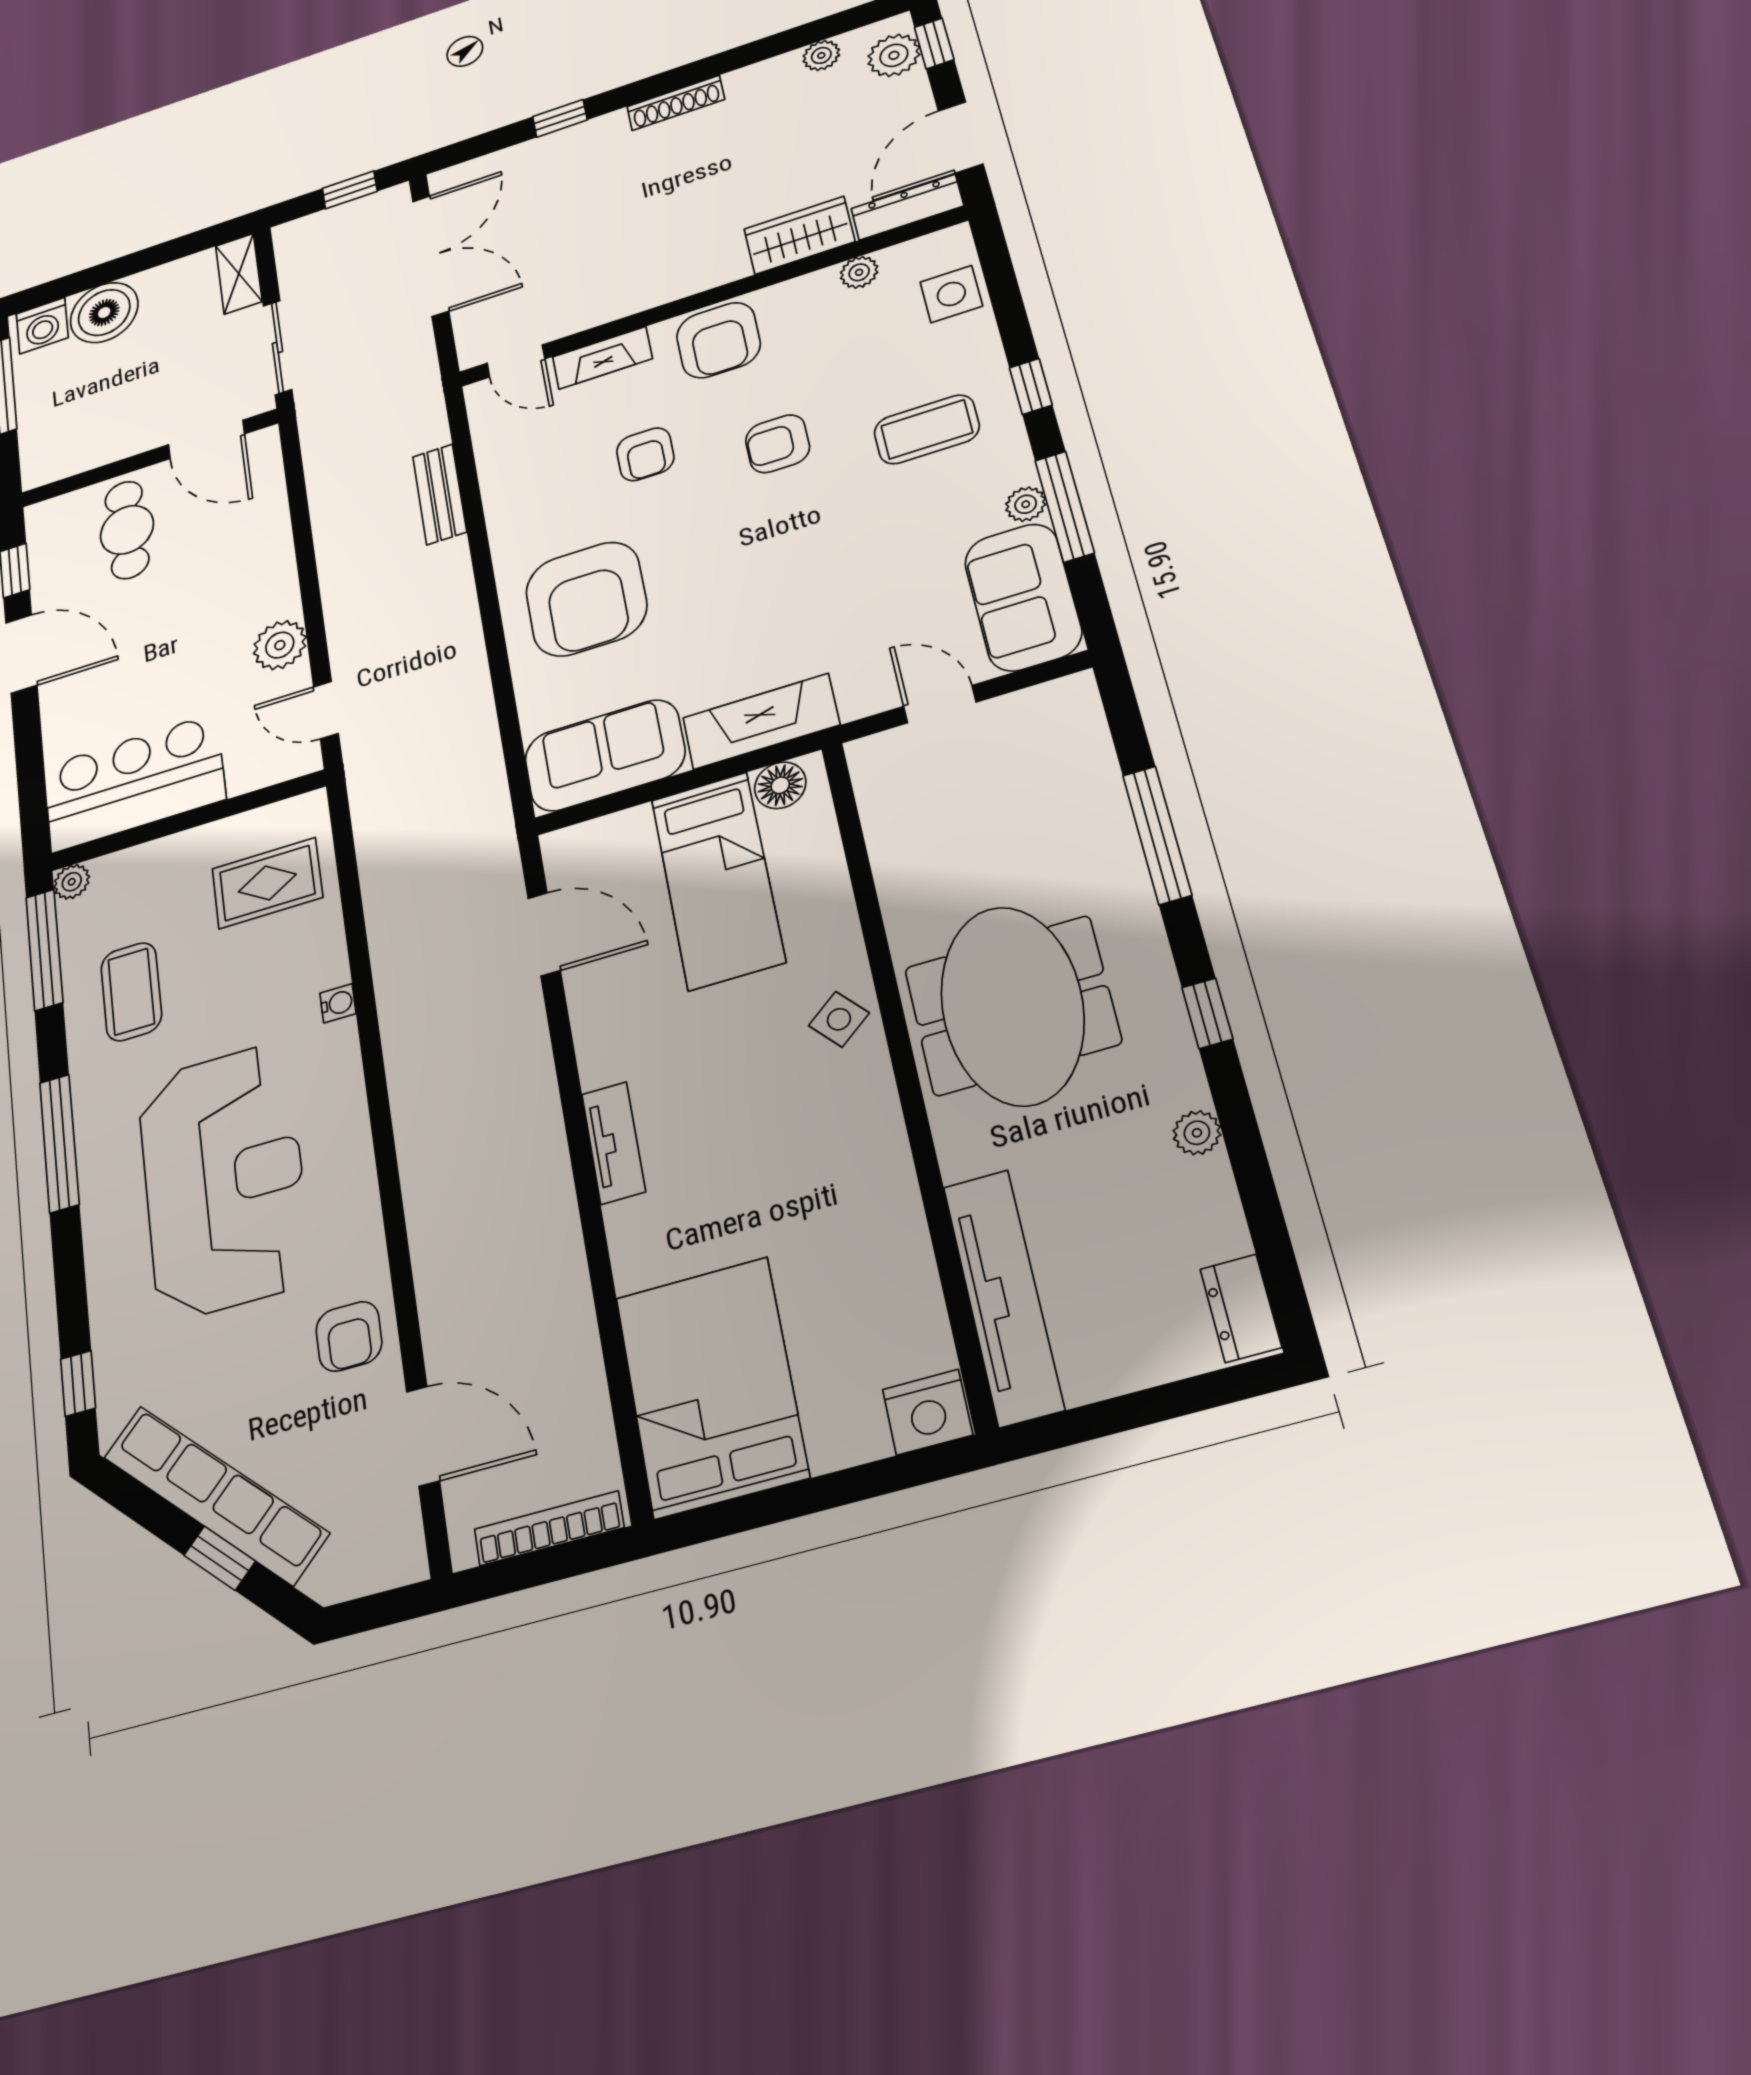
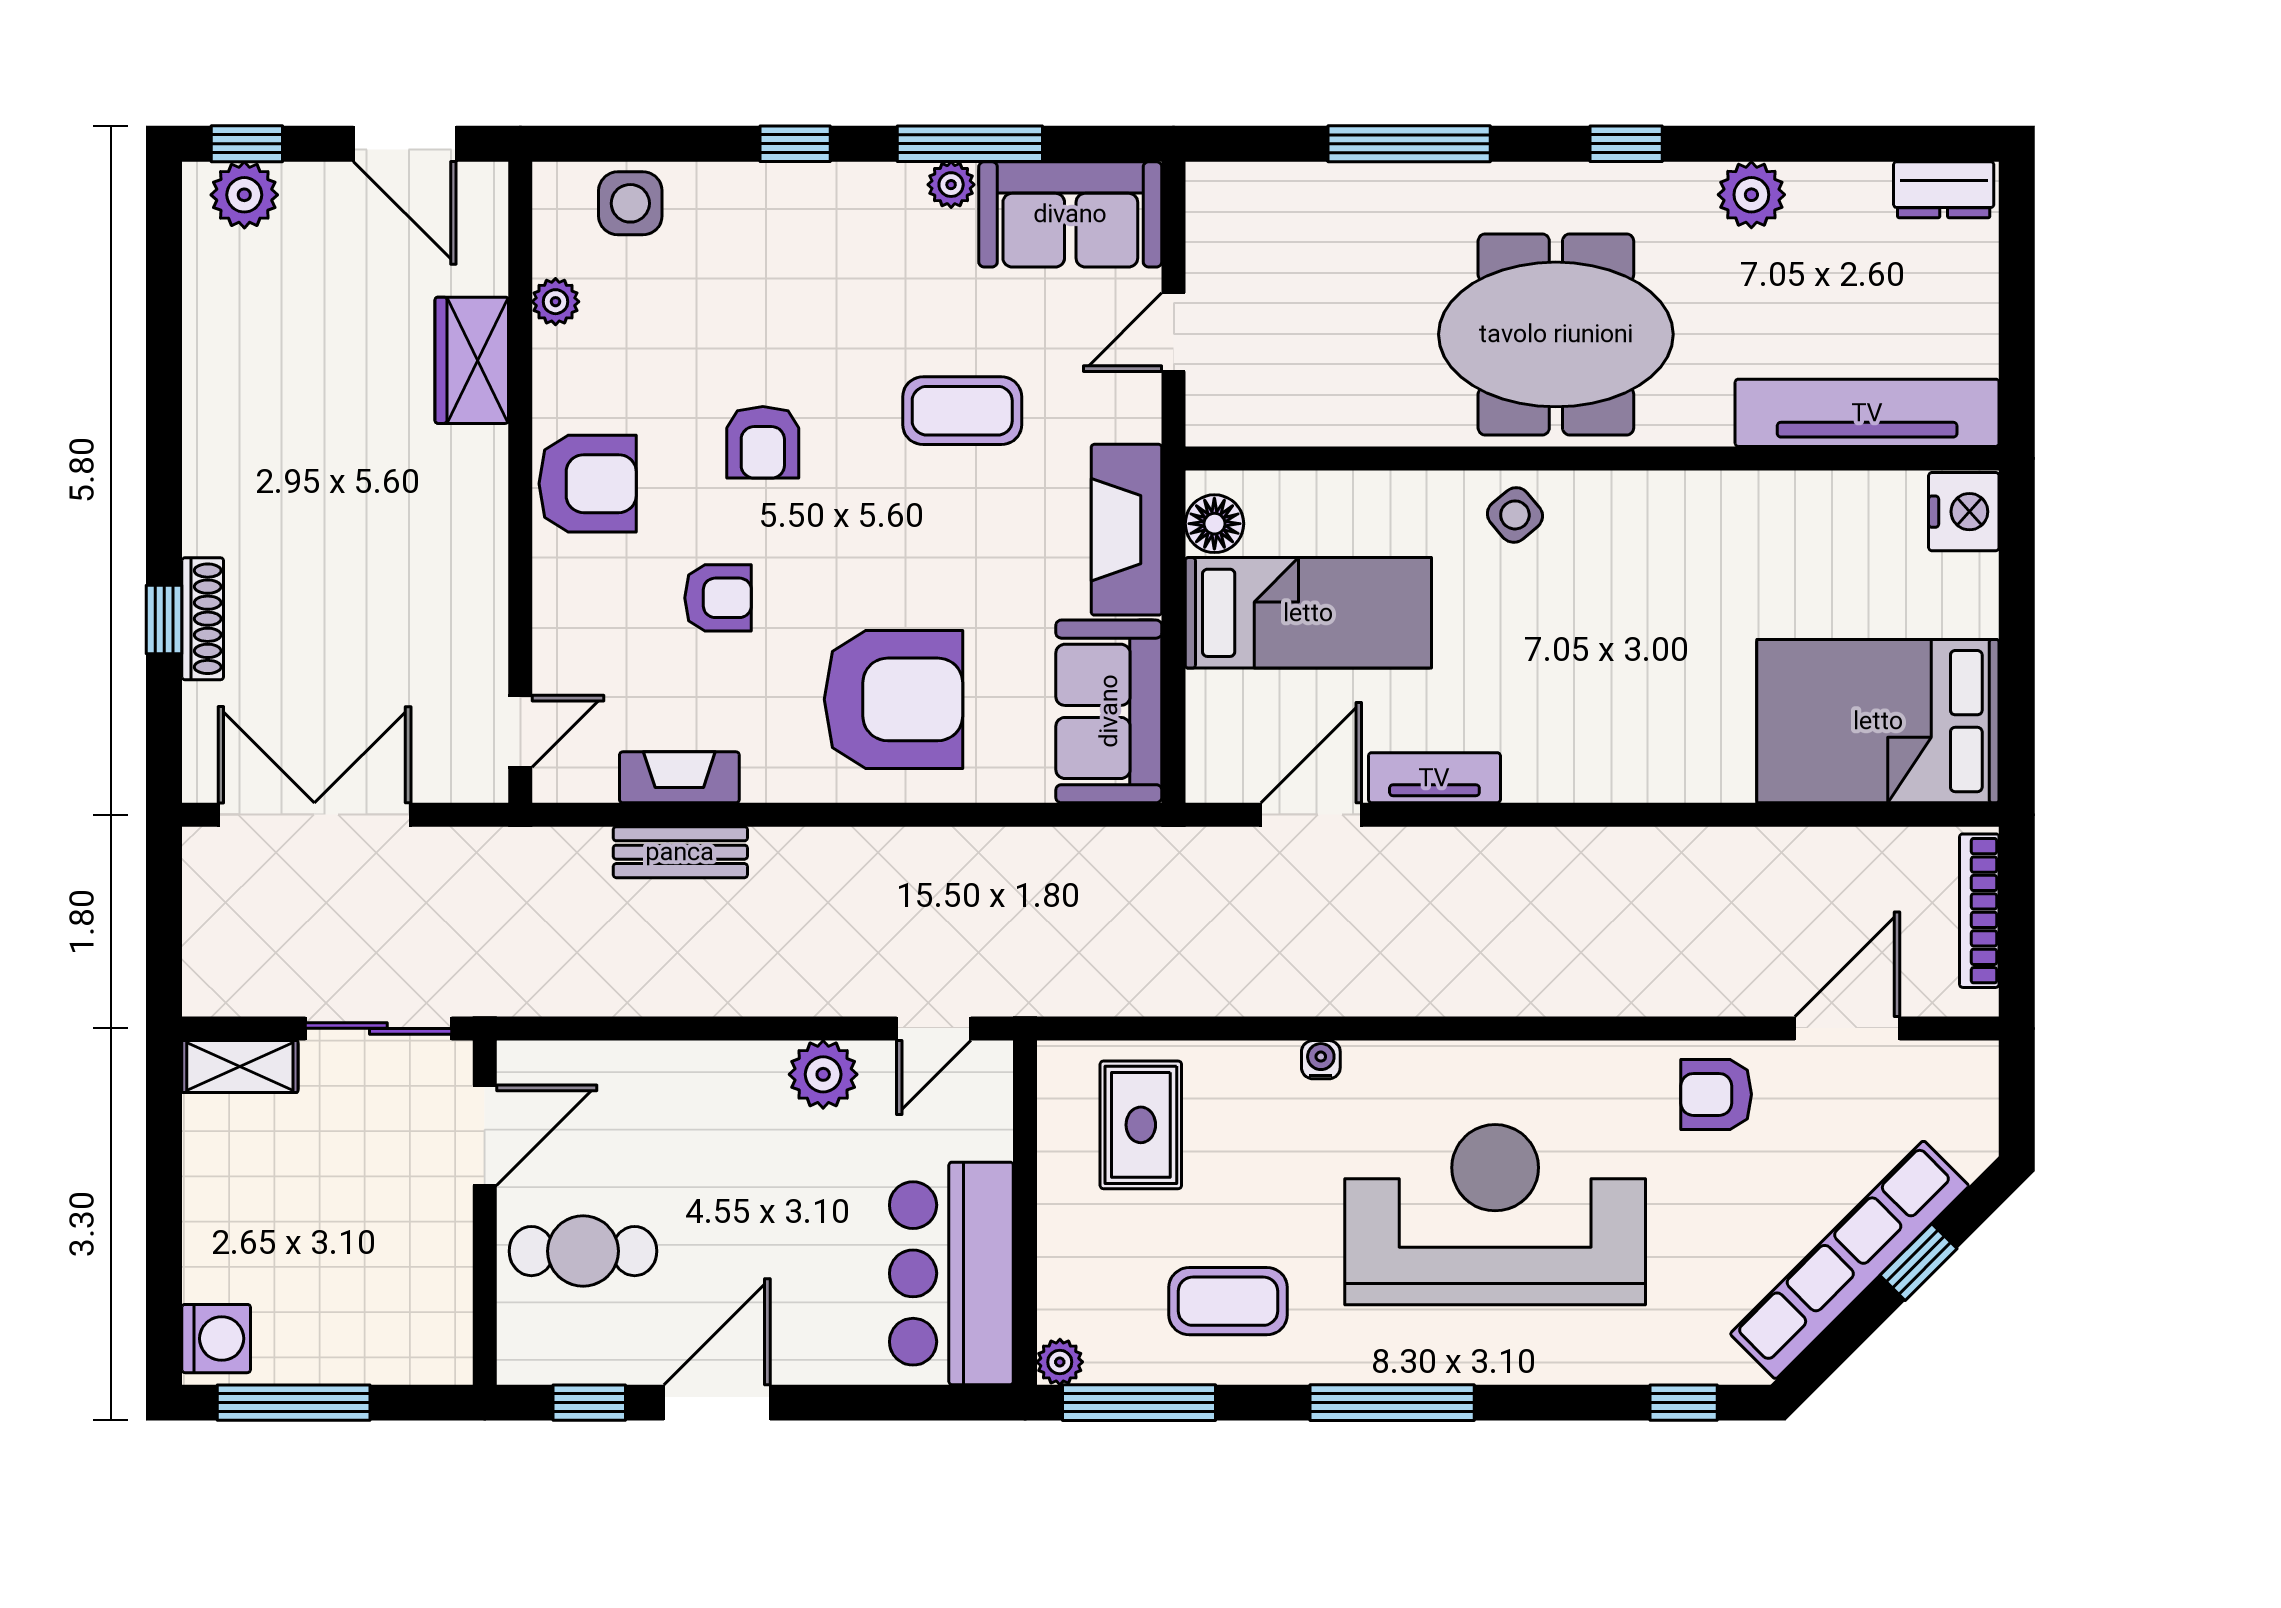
plant: (821, 55) -> (206, 281), removed
shoe rack: (676, 103) -> (203, 619), moved
window: (350, 190) -> (164, 905), removed
dresser: (907, 207) -> (483, 227), removed
boiler: (104, 313) -> (229, 1252), removed
fireplace: (602, 358) -> (679, 777), moved, turned -90
coffee table: (927, 429) -> (962, 411), moved, turned 90
plant: (1197, 1133) -> (1751, 195), width x1.38, depth x1.38
tv unit: (614, 1143) -> (1434, 778), moved
armchair: (349, 1336) -> (1716, 1094), turned 180

